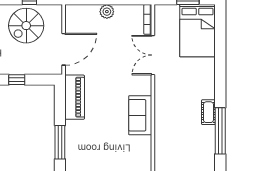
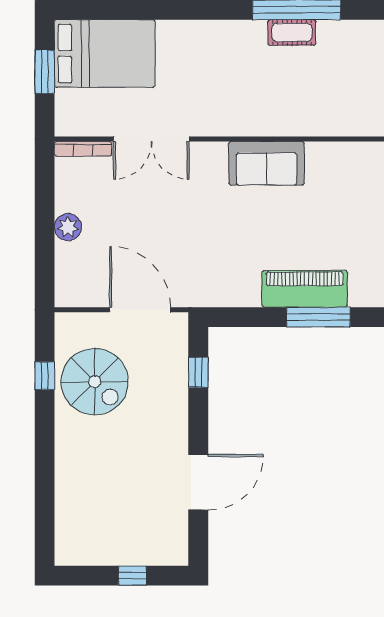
window: (17, 80) -> (198, 372), moved
piano: (75, 97) -> (305, 289), moved
cot: (208, 112) -> (292, 32), moved

